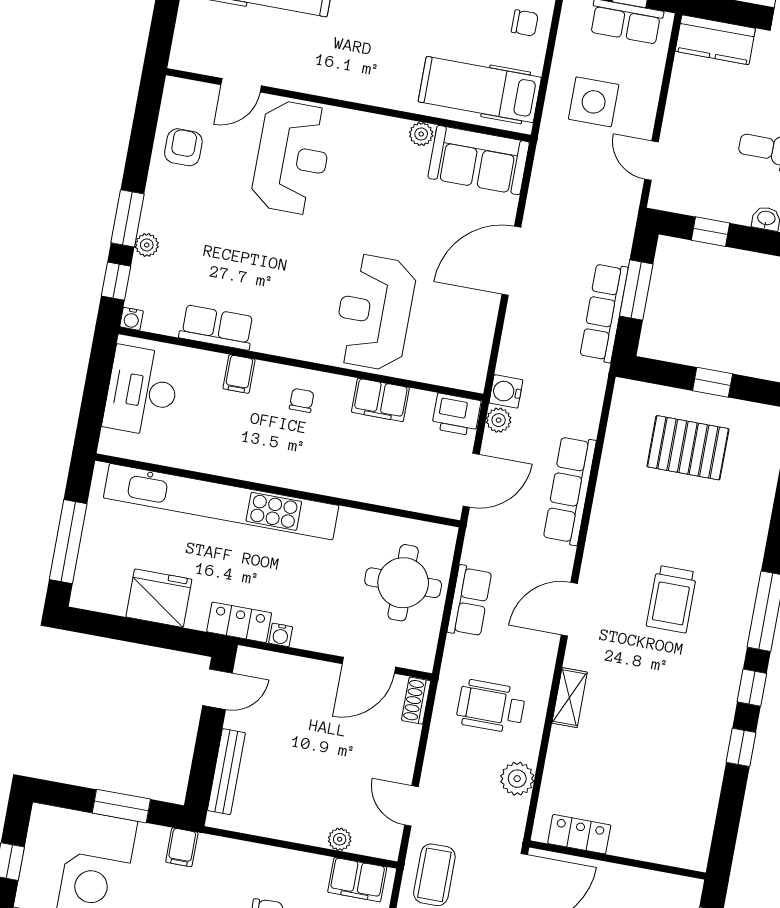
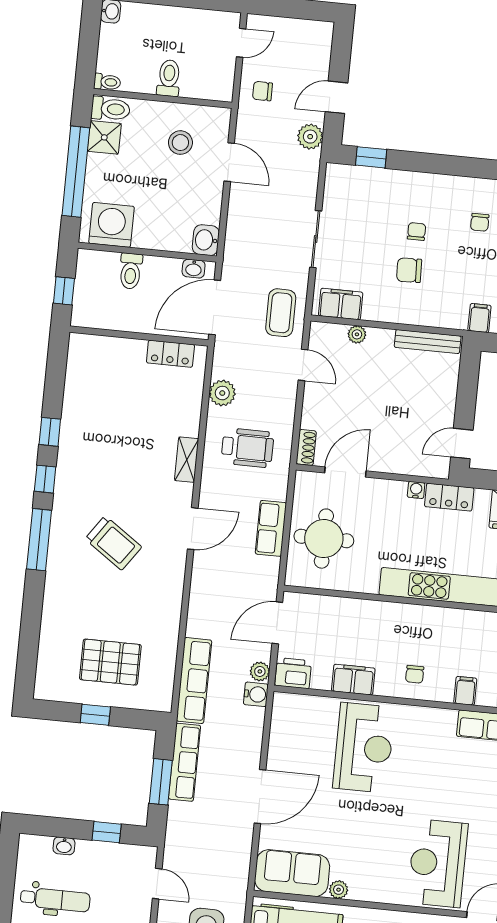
row of seats: (570, 490) -> (194, 681), moved
trolley: (672, 599) -> (113, 543), turned 125
bench: (226, 772) -> (428, 342), moved, turned 90

